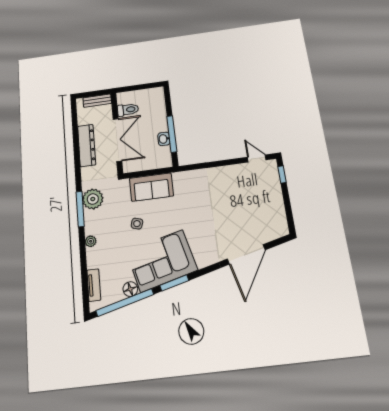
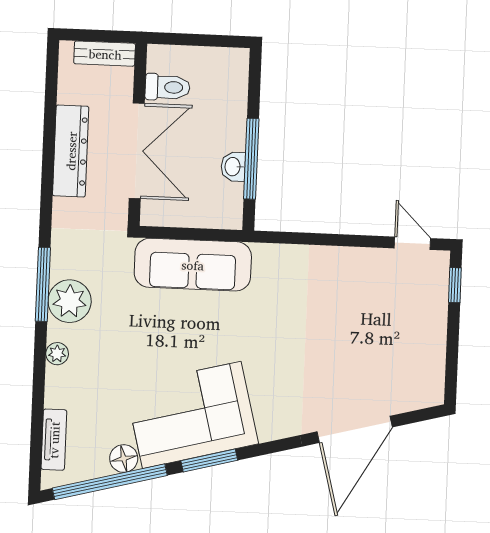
sofa: (151, 187) -> (193, 265), width x1.36
plant: (93, 199) -> (70, 301), moved
side table: (137, 224) -> (154, 334), removed

